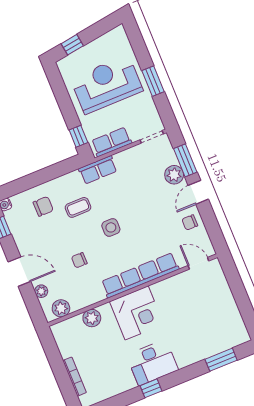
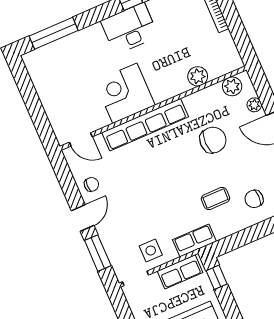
plant: (174, 175) -> (110, 237), removed
side table: (111, 227) -> (151, 250), moved
chair: (79, 260) -> (213, 140), width x1.87, depth x1.87
corner desk: (137, 313) -> (125, 93), moved
window: (221, 360) -> (54, 33), width x1.44

